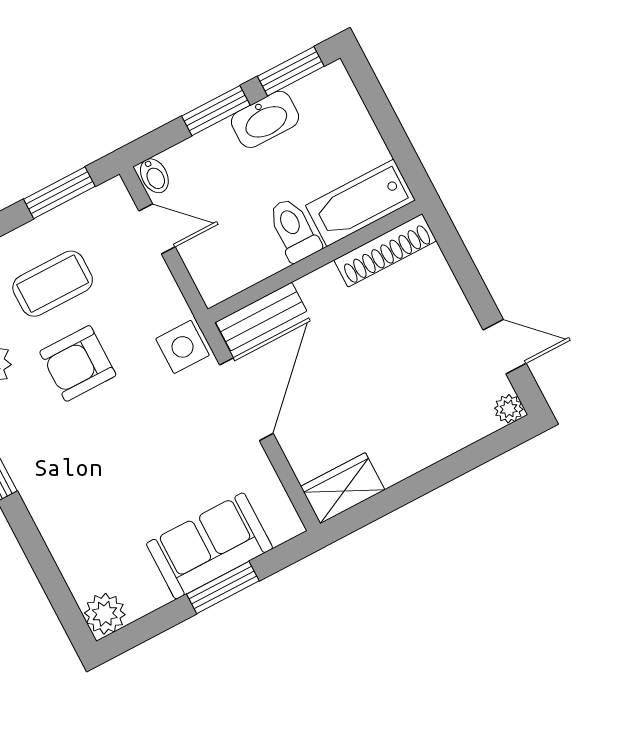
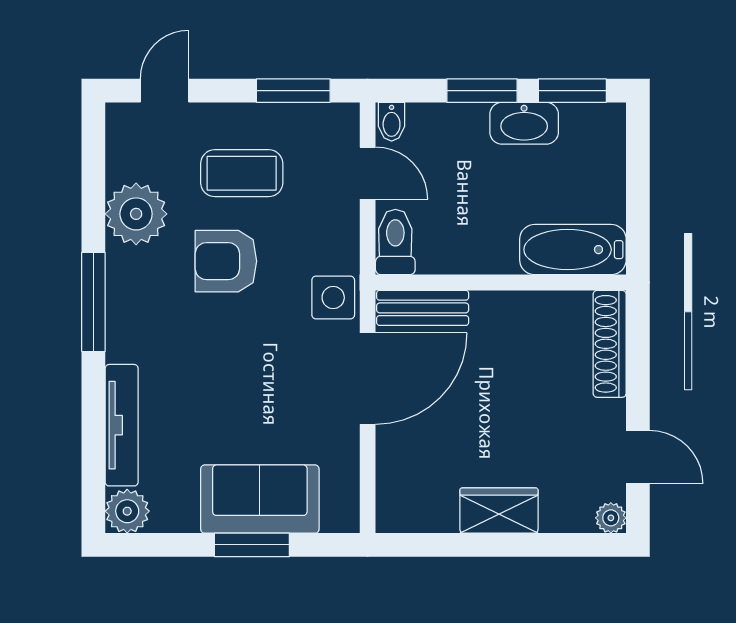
toilet: (294, 230) -> (395, 242), moved
shoe rack: (385, 250) -> (610, 344), moved, turned 90
wardrobe: (343, 488) -> (499, 511), moved
tv unit: (63, 545) -> (122, 425), added

